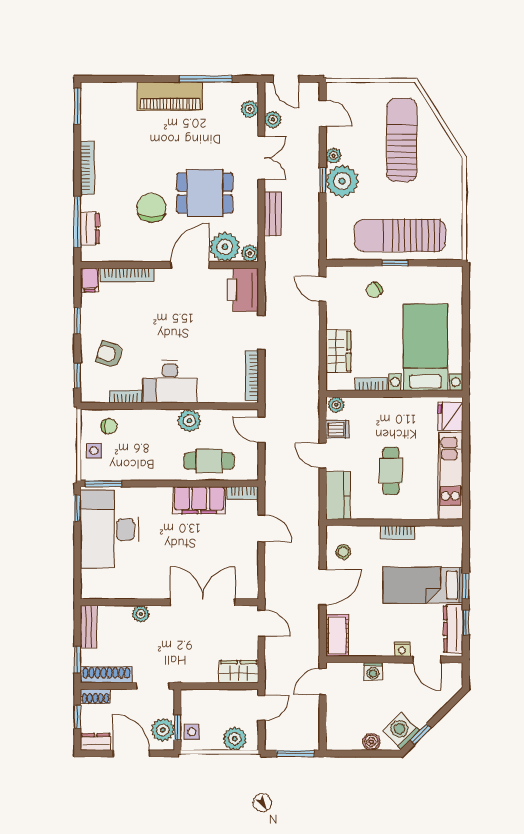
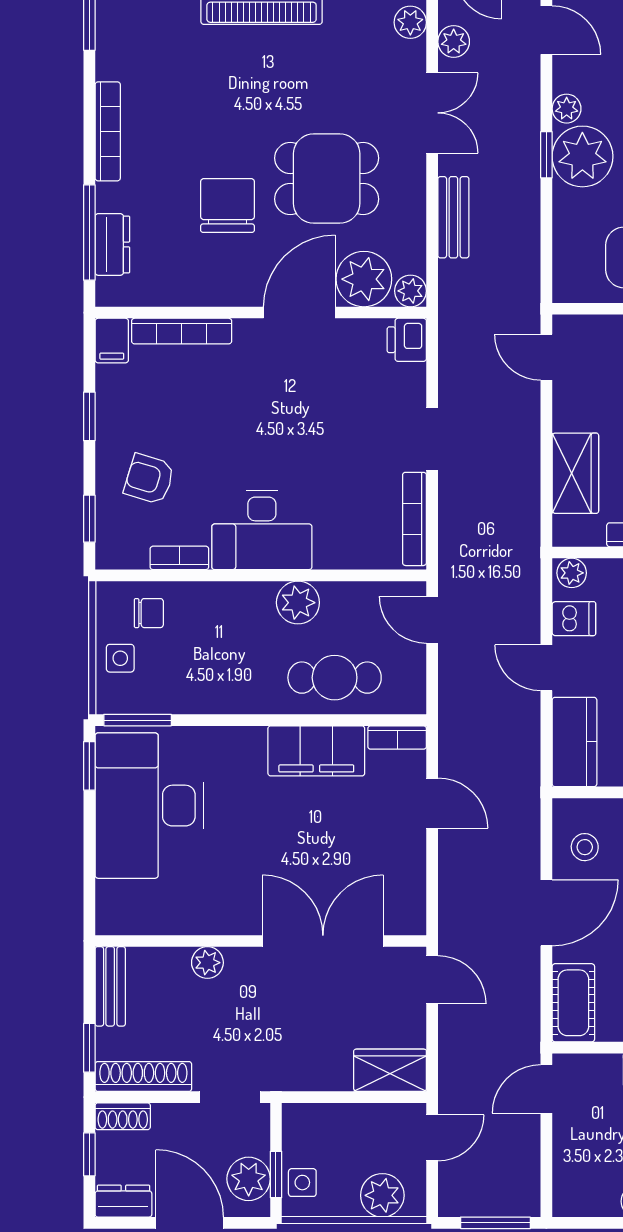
printer: (243, 290) -> (407, 340), width x0.53, depth x0.68

